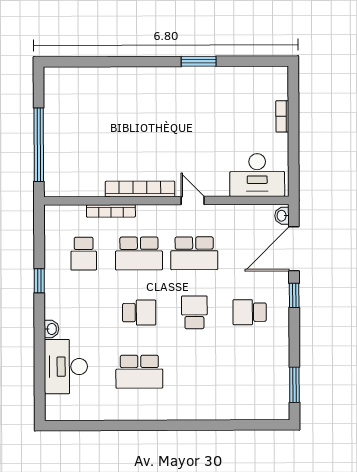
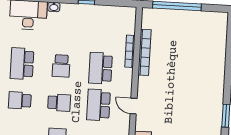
bookcase: (140, 189) -> (145, 52), moved
door: (193, 201) -> (134, 106), swing flipped
school desk: (84, 254) -> (20, 100), moved

